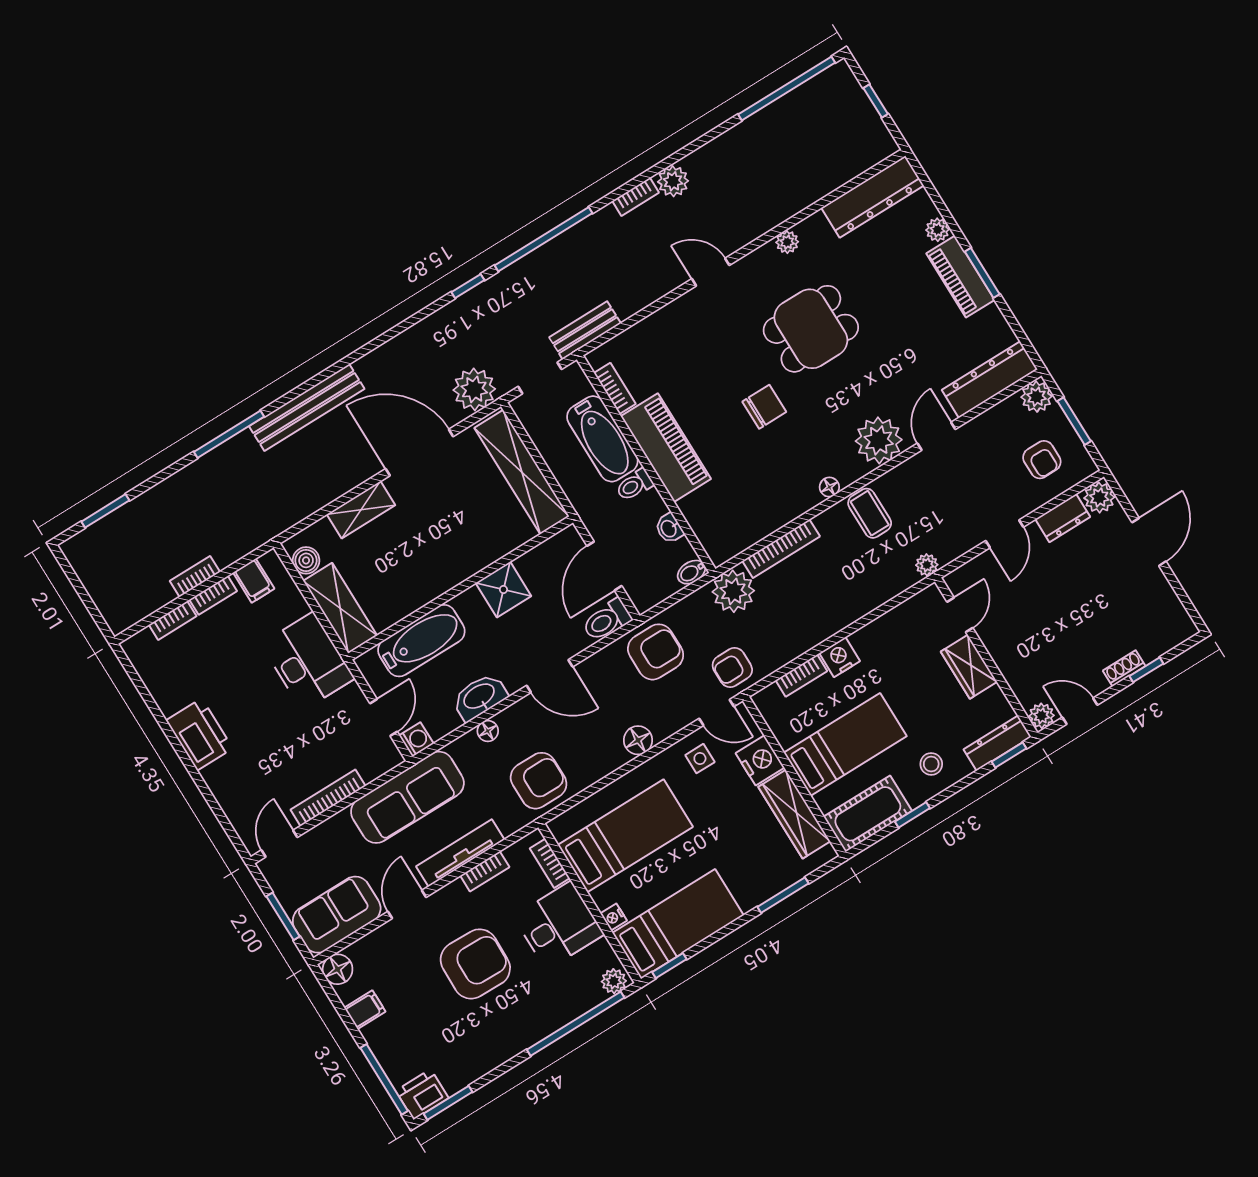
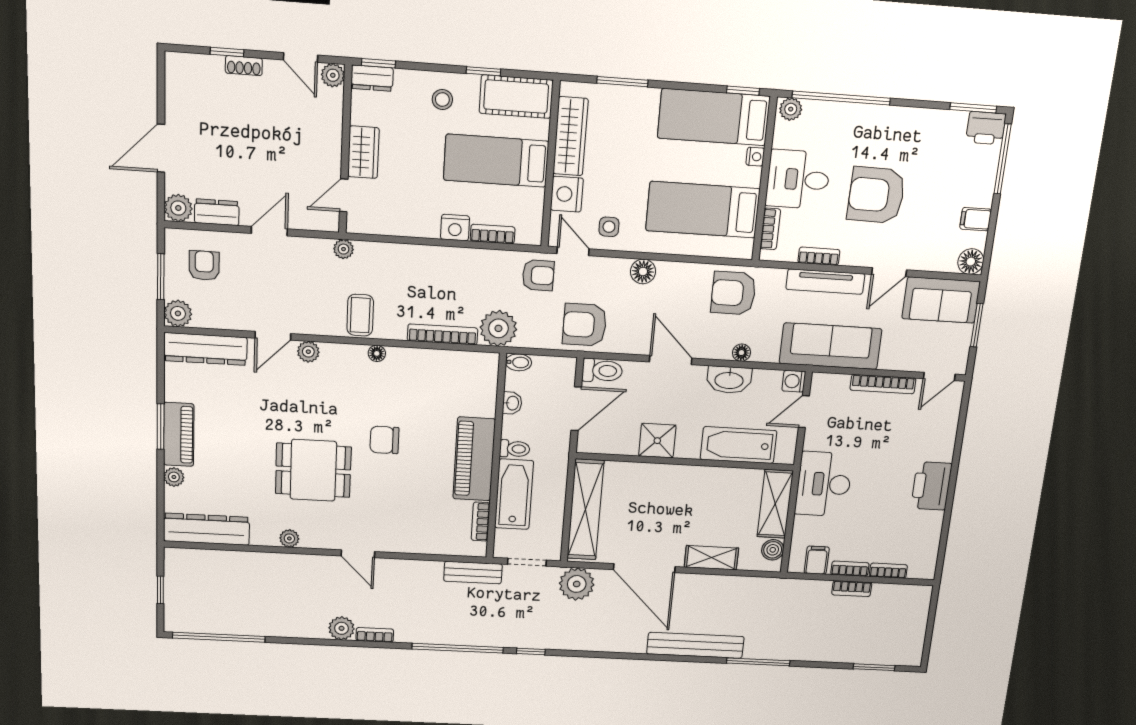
plant: (879, 440) -> (308, 352), width x0.53, depth x0.53
dresser: (997, 743) -> (372, 78), width x0.70

